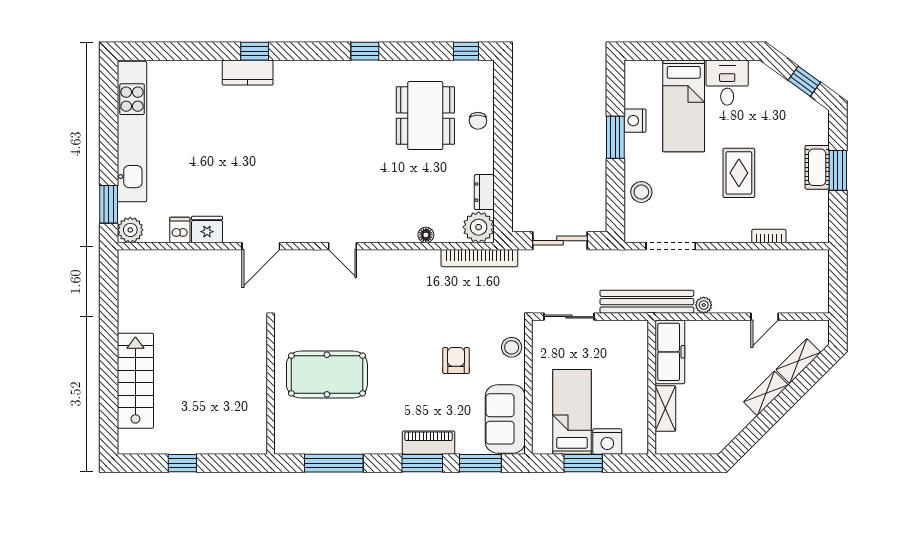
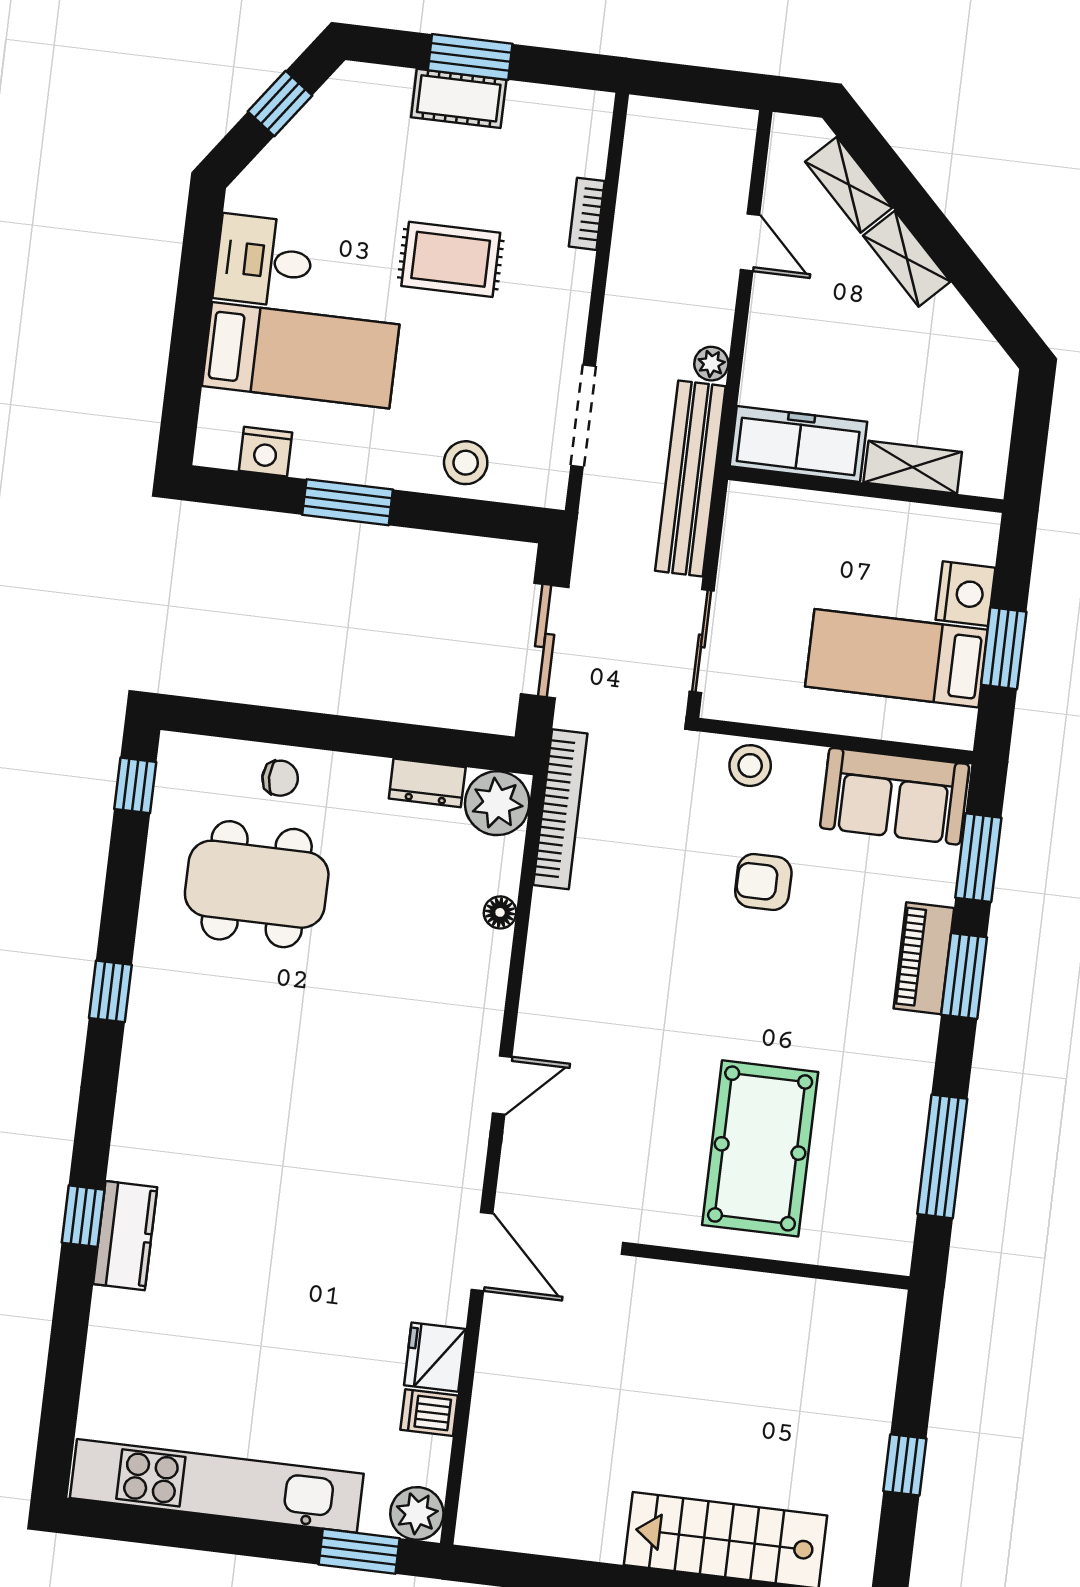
nightstand: (635, 121) -> (265, 452), moved

